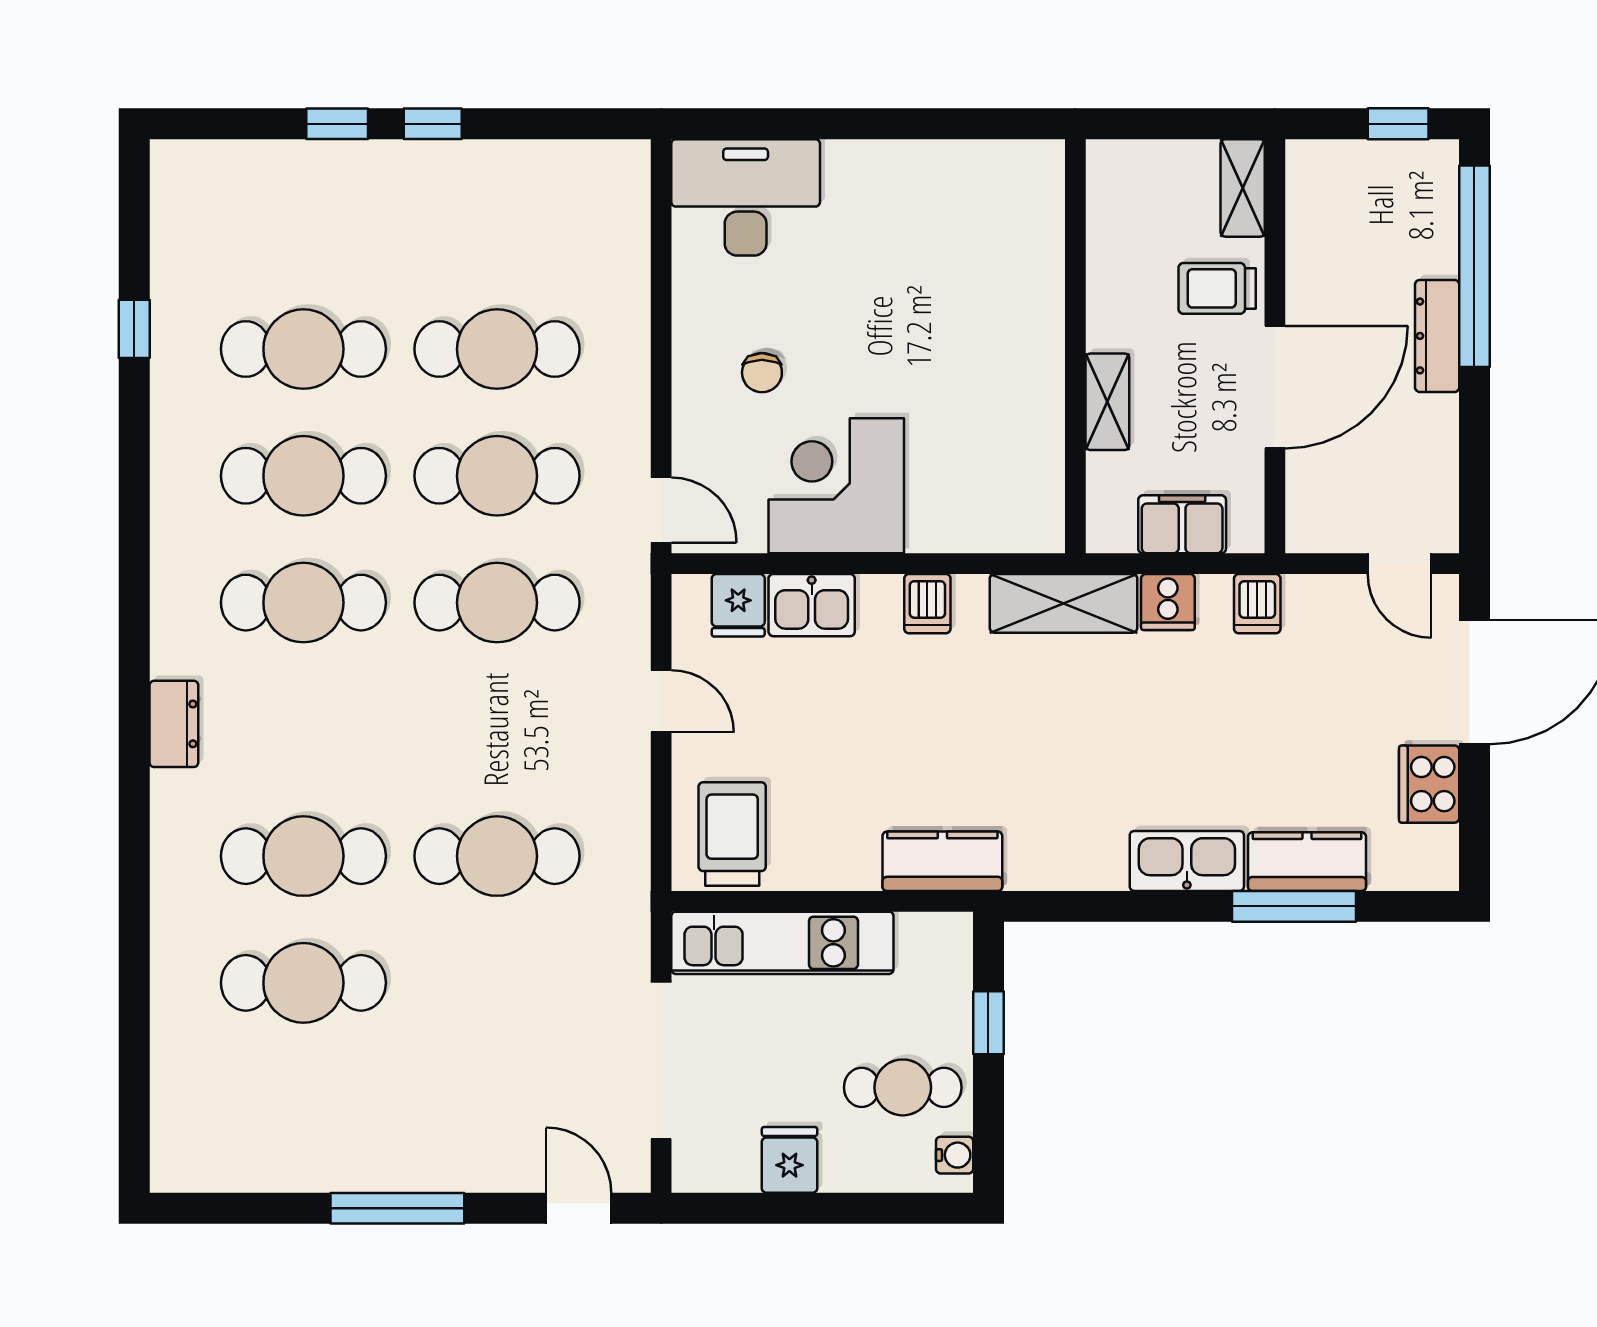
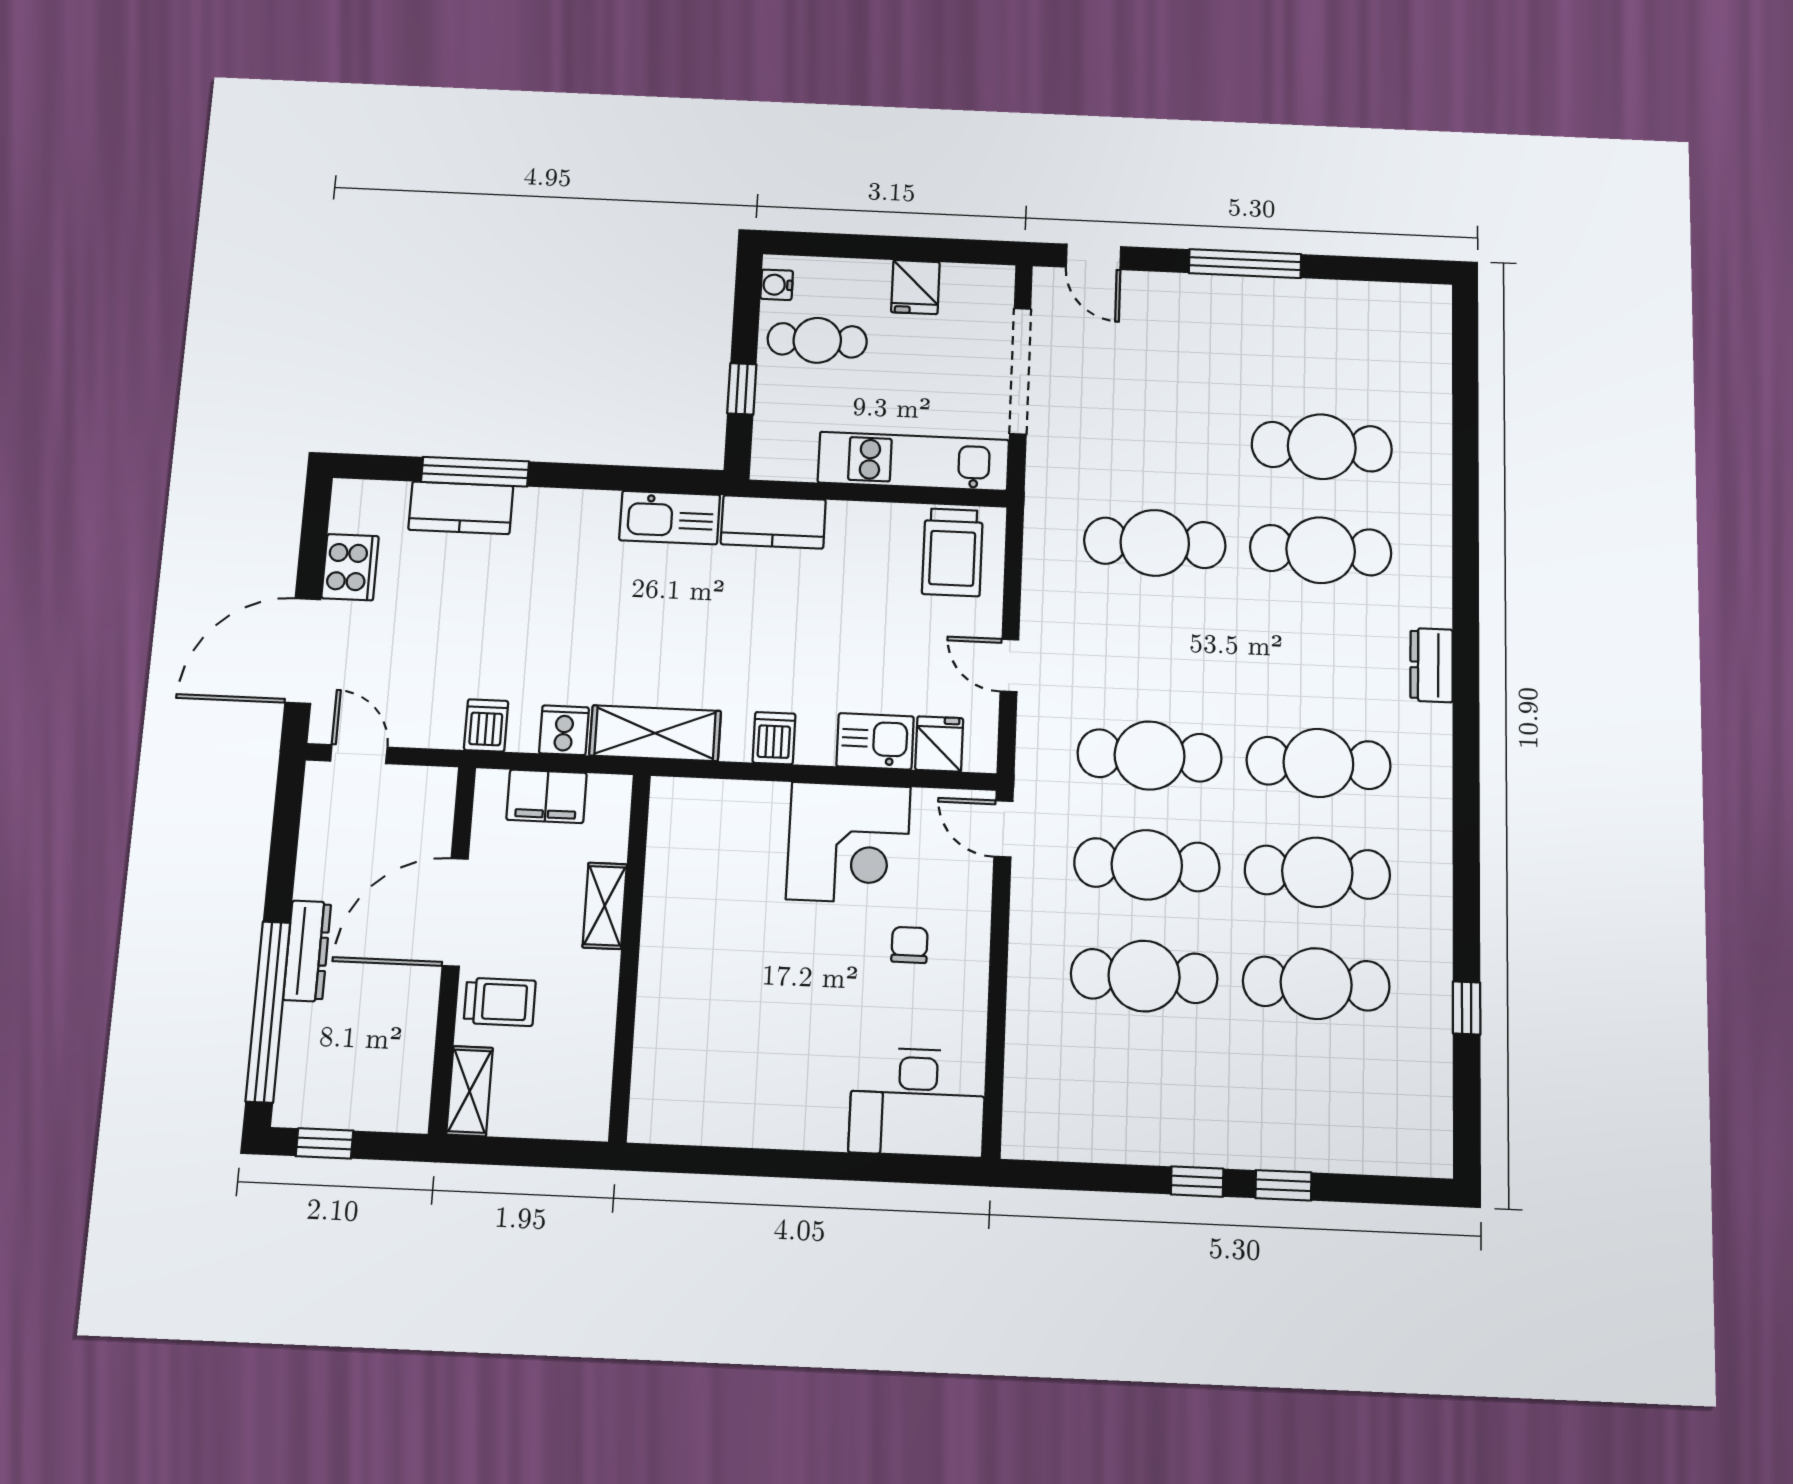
kitchen sink: (1187, 861) -> (670, 518), moved

